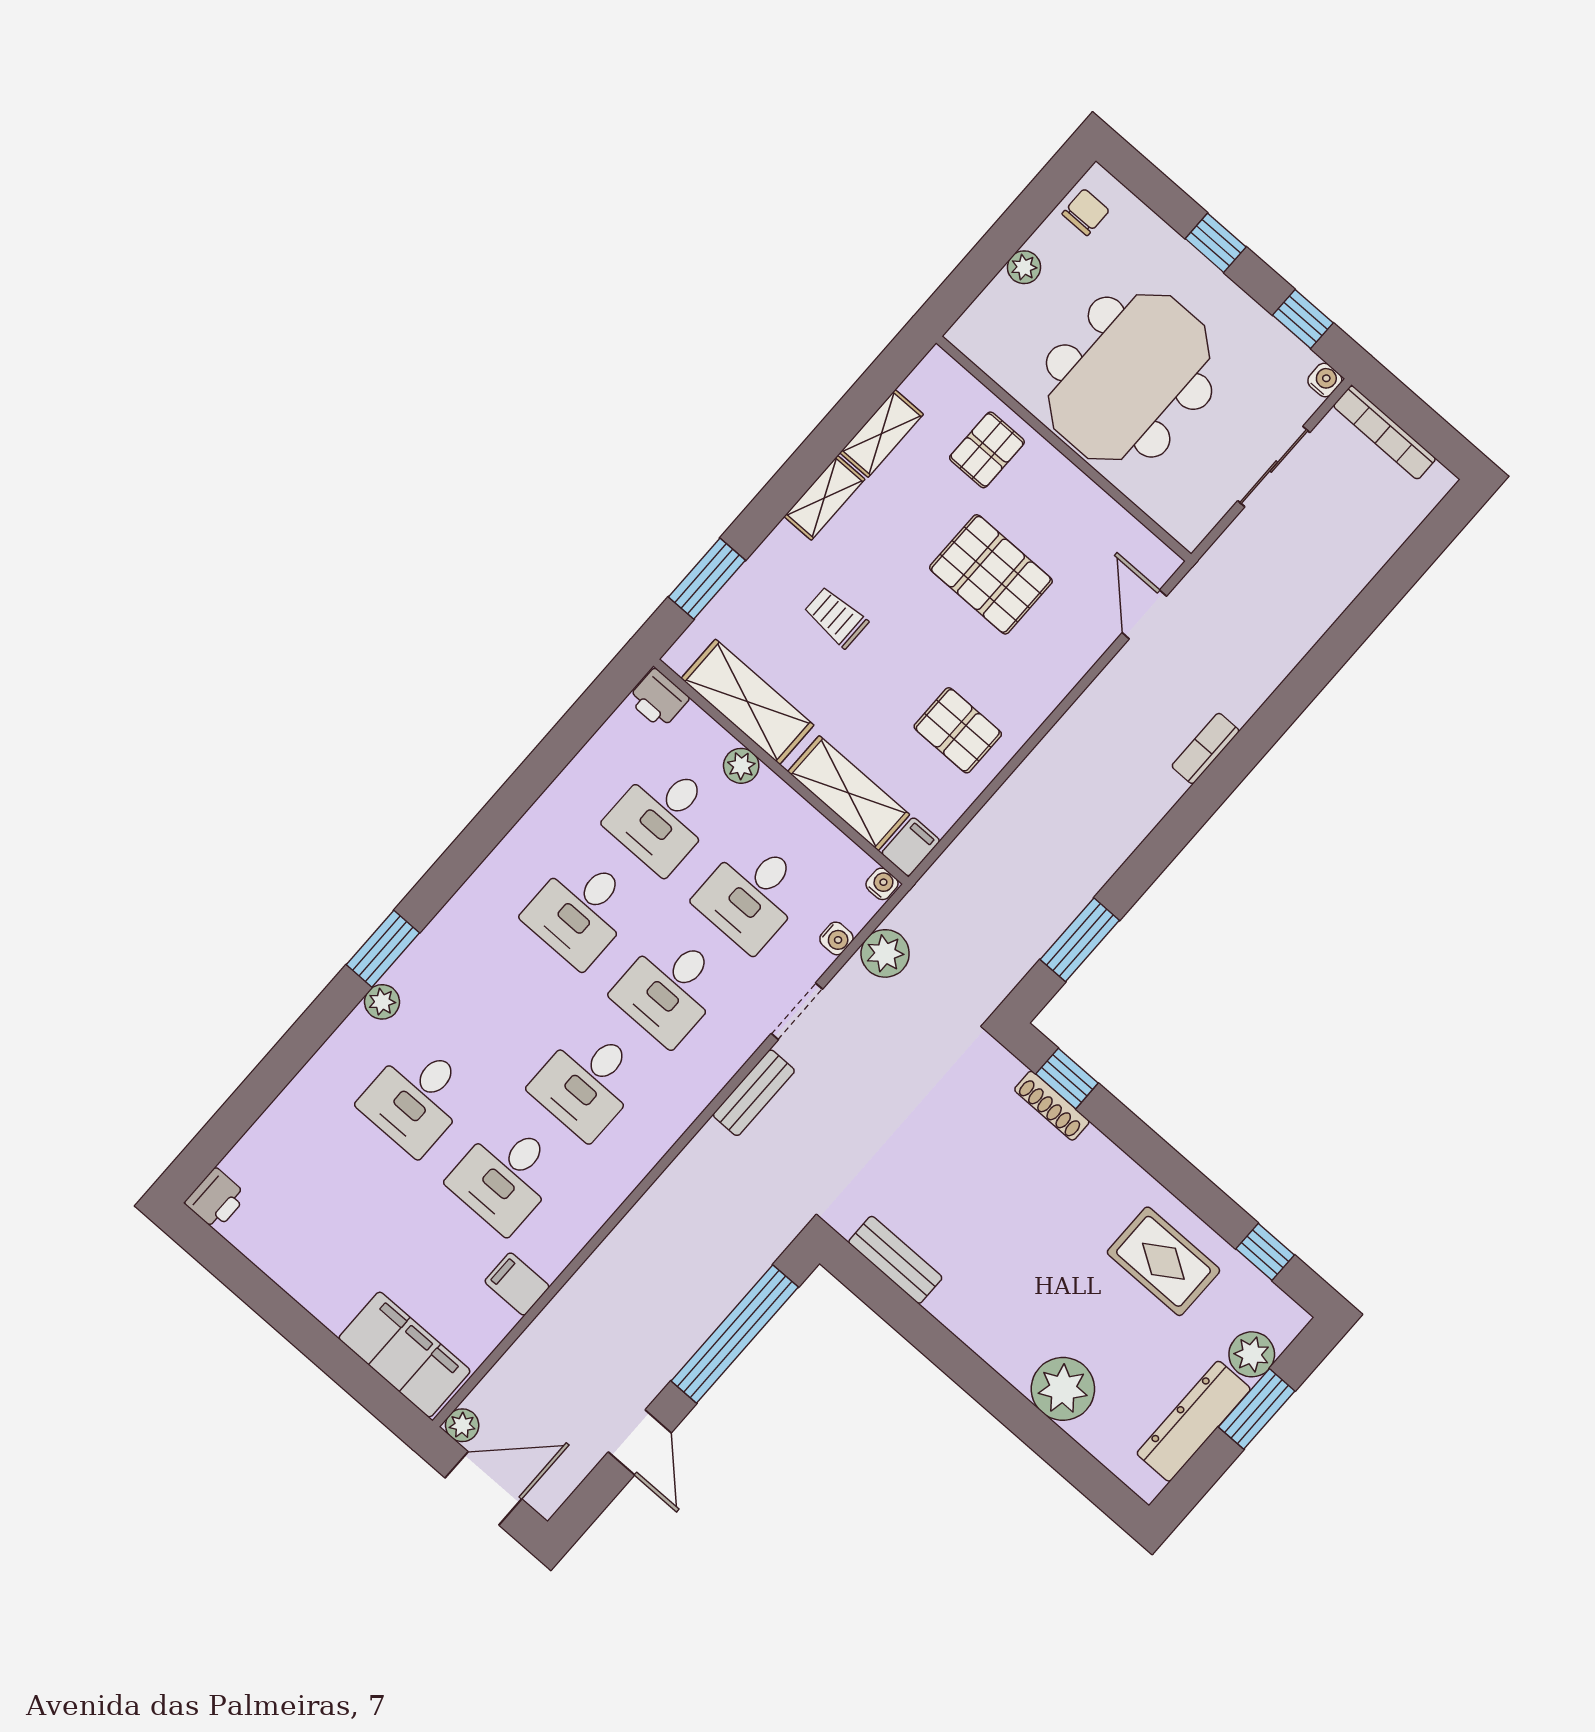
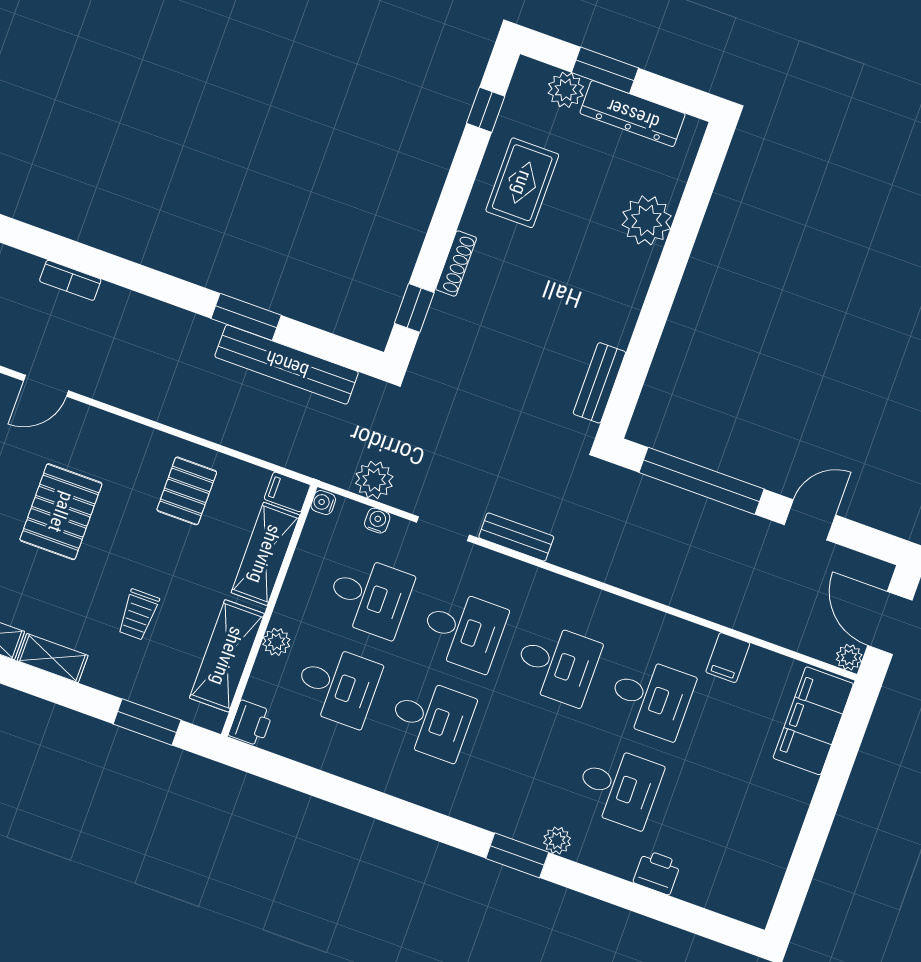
bookcase: (1206, 748) -> (70, 280), moved
bench: (1059, 904) -> (287, 364), added
window: (1080, 940) -> (246, 317), moved
shoe rack: (1052, 1106) -> (456, 263), moved
printer: (216, 1199) -> (657, 872), moved

